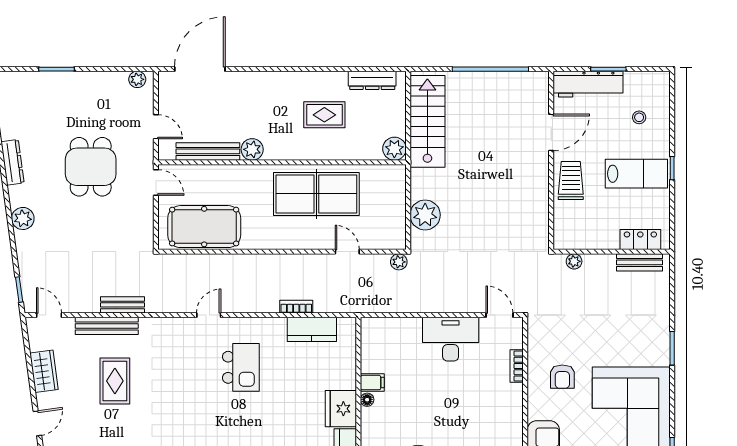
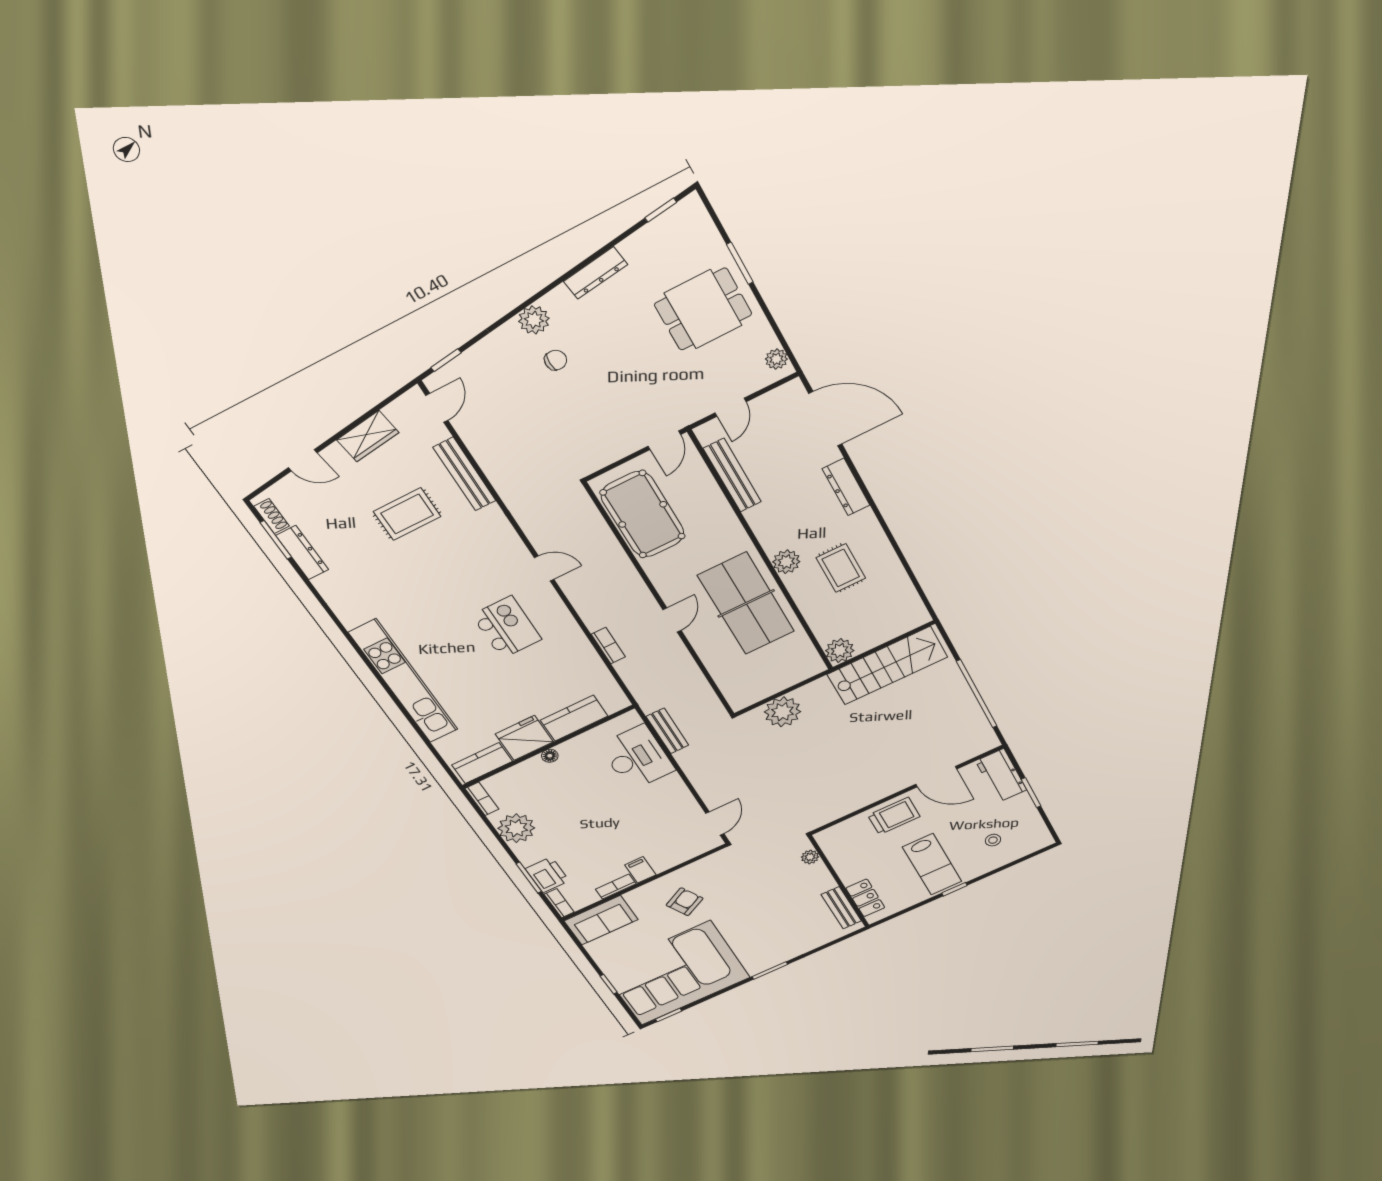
dresser: (372, 80) -> (846, 487), moved
workbench: (588, 84) -> (1001, 776), width x0.73
plant: (252, 149) -> (786, 562), moved
dining table: (91, 167) -> (703, 309), moved
chair: (58, 221) -> (556, 360), added
door: (347, 252) -> (672, 620), moved
plant: (399, 262) -> (717, 713), removed
bench: (123, 305) -> (667, 731), moved
kitchen counter: (312, 329) -> (574, 718), moved, turned 90
desk: (451, 339) -> (637, 758), moved
bookcase: (517, 366) -> (616, 887), moved
kitchen island: (241, 367) -> (507, 627), turned -90
armchair: (562, 377) -> (685, 902), turned 152
filing cabinet: (372, 383) -> (640, 870), moved, turned 180

